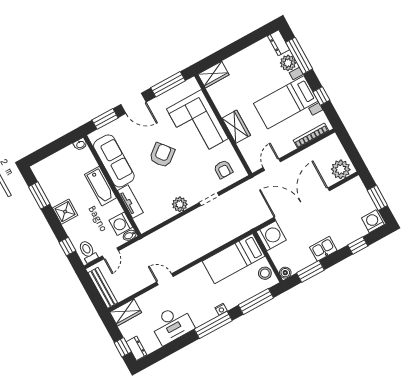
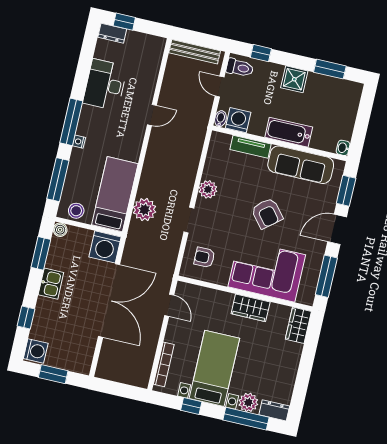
wardrobe: (236, 127) -> (251, 308), moved
plant: (341, 169) -> (145, 210), moved
wardrobe: (126, 312) -> (154, 53), removed

